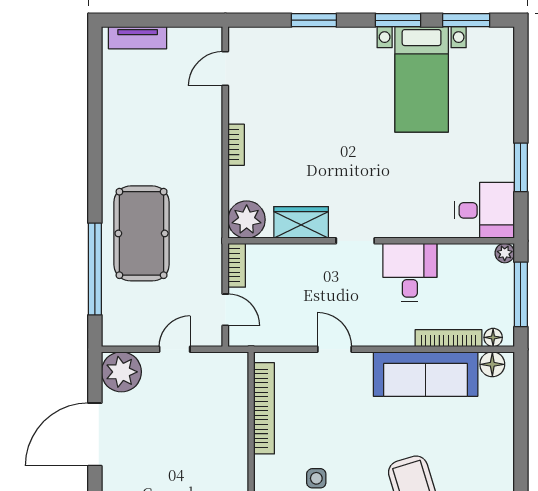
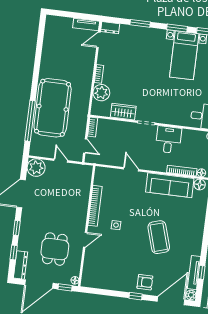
tv unit: (138, 38) -> (86, 25), moved
dresser: (248, 38) -> (110, 28), added
plant: (247, 220) -> (101, 93), moved
pool table: (142, 233) -> (53, 108), width x1.36, depth x1.32
door: (175, 349) -> (61, 161), hinge flipped
bookcase: (264, 408) -> (95, 206), moved

